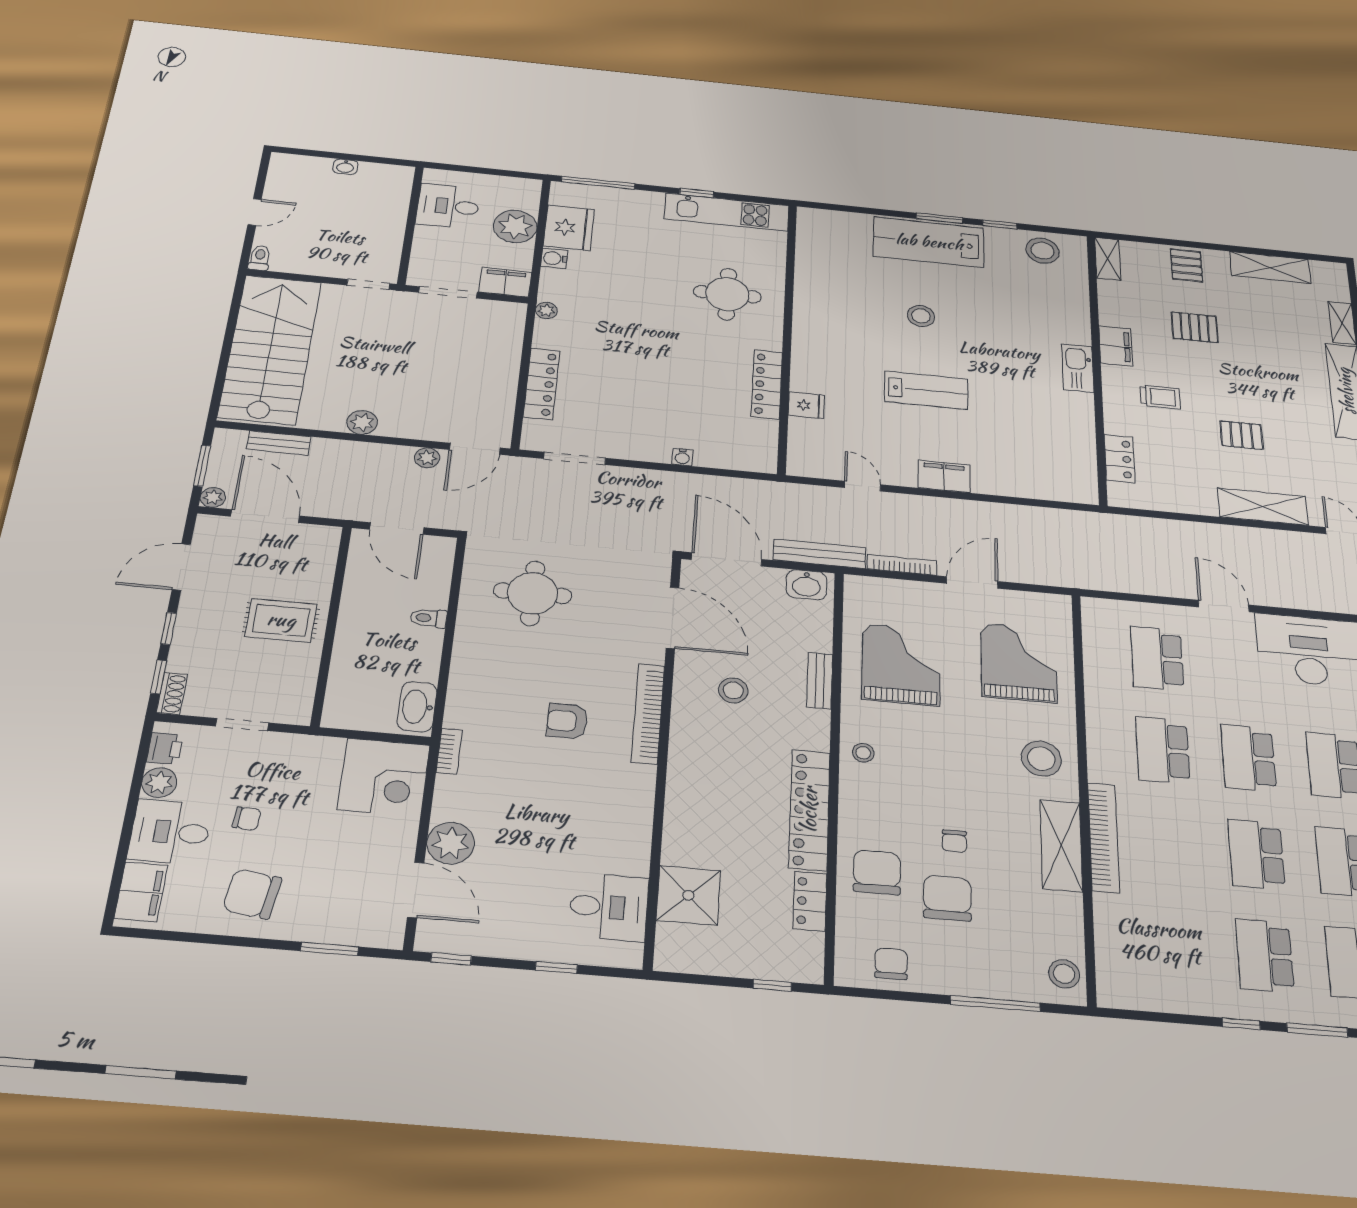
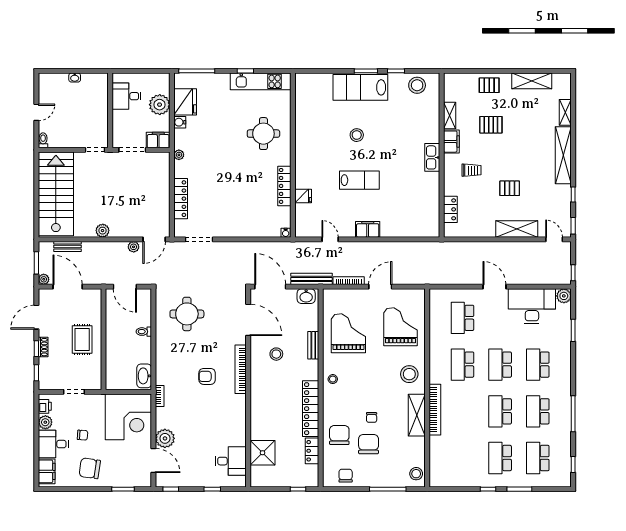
shelving: (1108, 259) -> (450, 115), moved
pallet: (1186, 265) -> (489, 85), turned 90
water cooler: (682, 457) -> (286, 233), moved
rug: (281, 620) -> (82, 339), turned 90
shoe rack: (172, 693) -> (43, 347), moved
corner desk: (384, 777) -> (128, 417), width x1.36, depth x1.36

